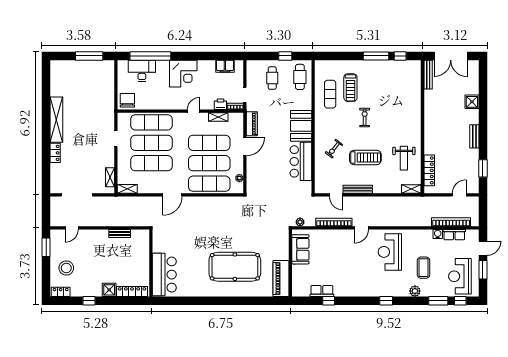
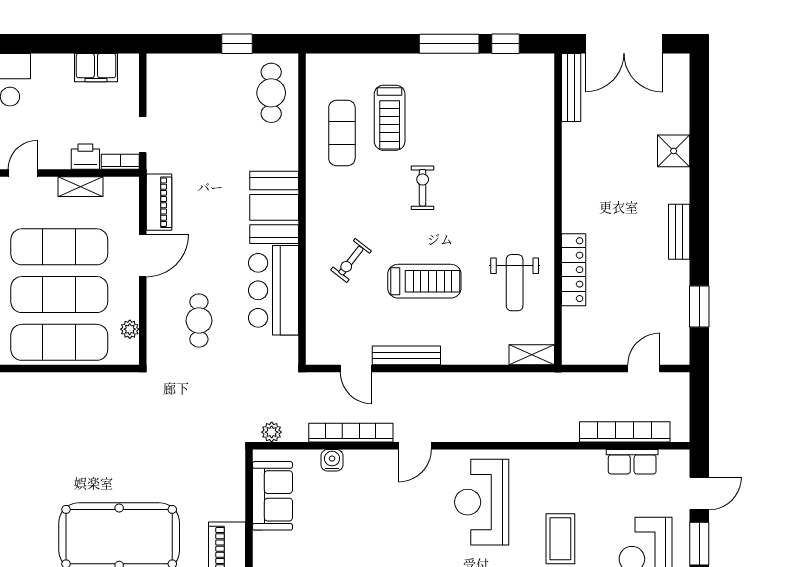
cafe table: (272, 78) -> (199, 321), moved
locker: (429, 170) -> (574, 270), moved
water cooler: (438, 234) -> (332, 460), moved

